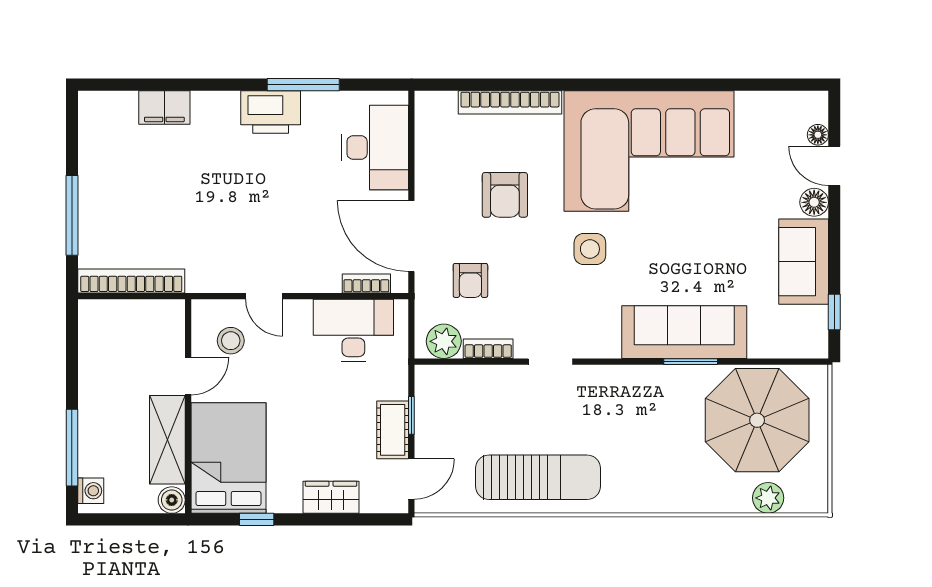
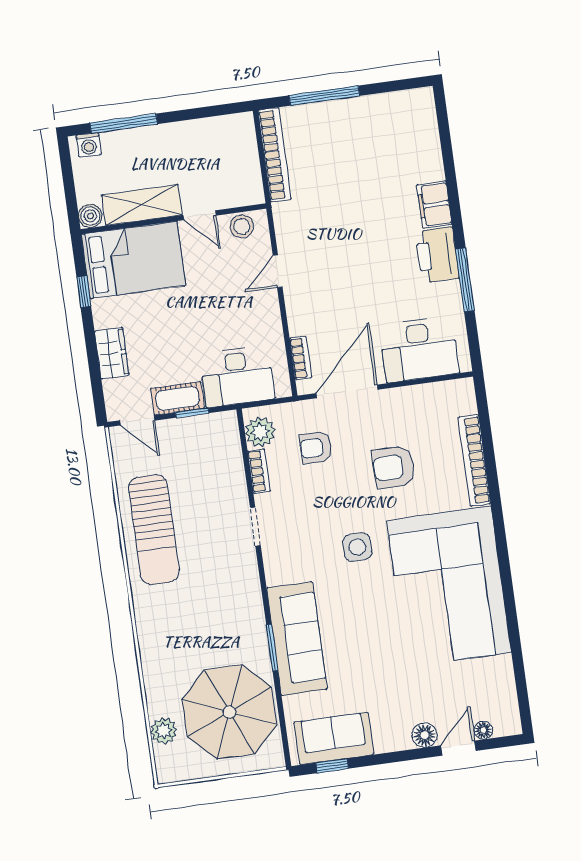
filing cabinet: (164, 108) -> (434, 205), moved
sofa: (804, 262) -> (334, 738), moved
desk: (353, 330) -> (237, 376), moved, turned 90
stool: (231, 341) -> (242, 226), moved

